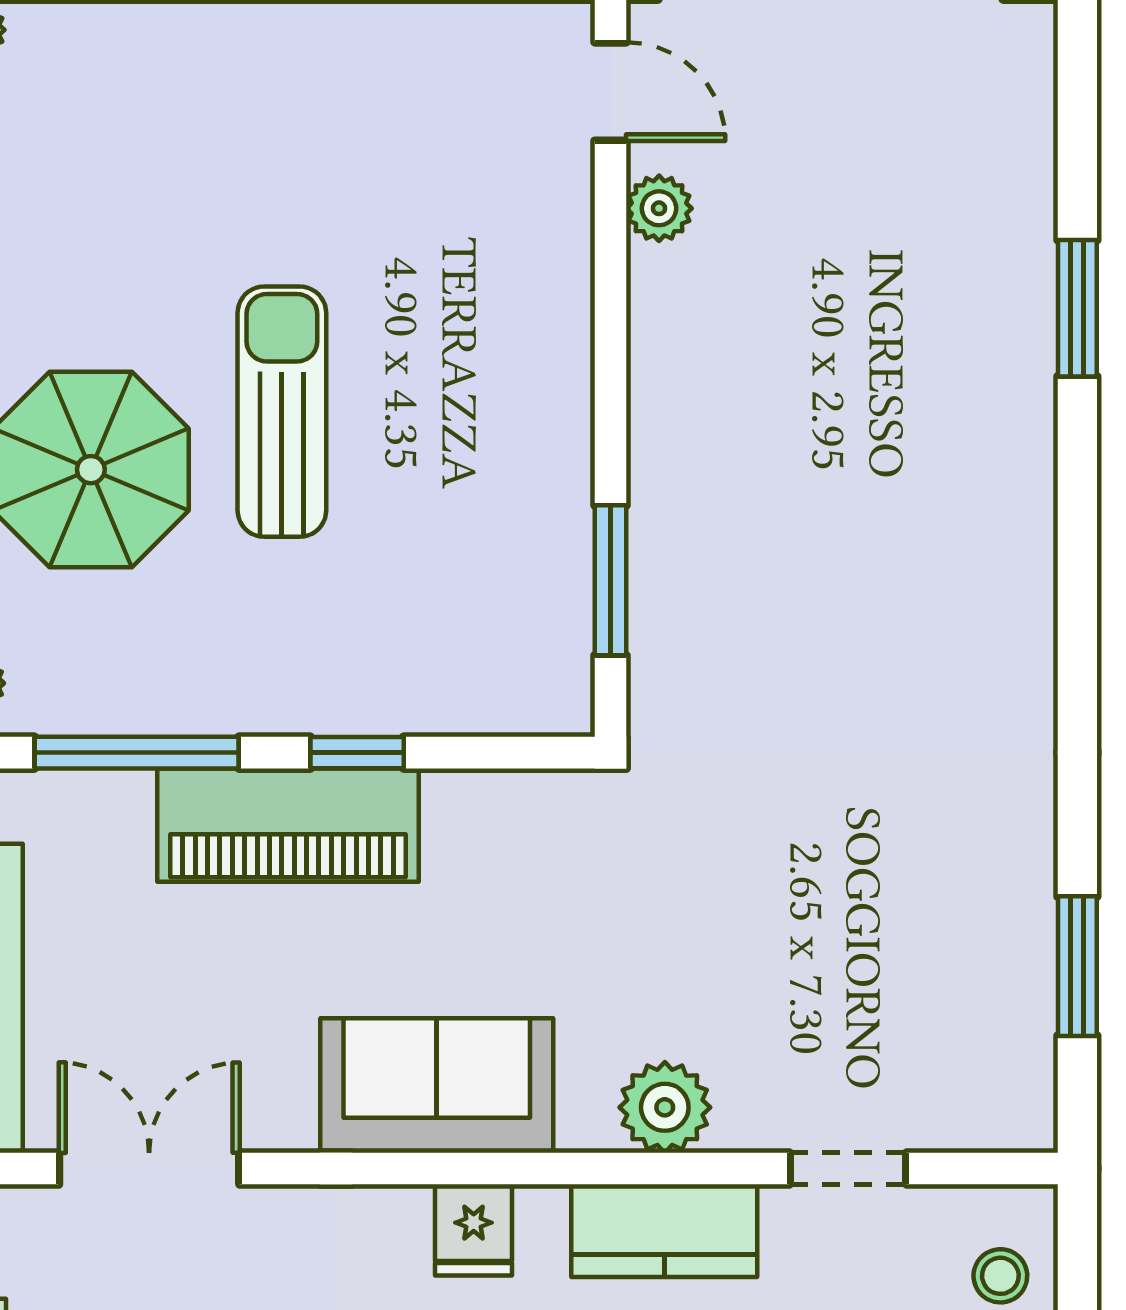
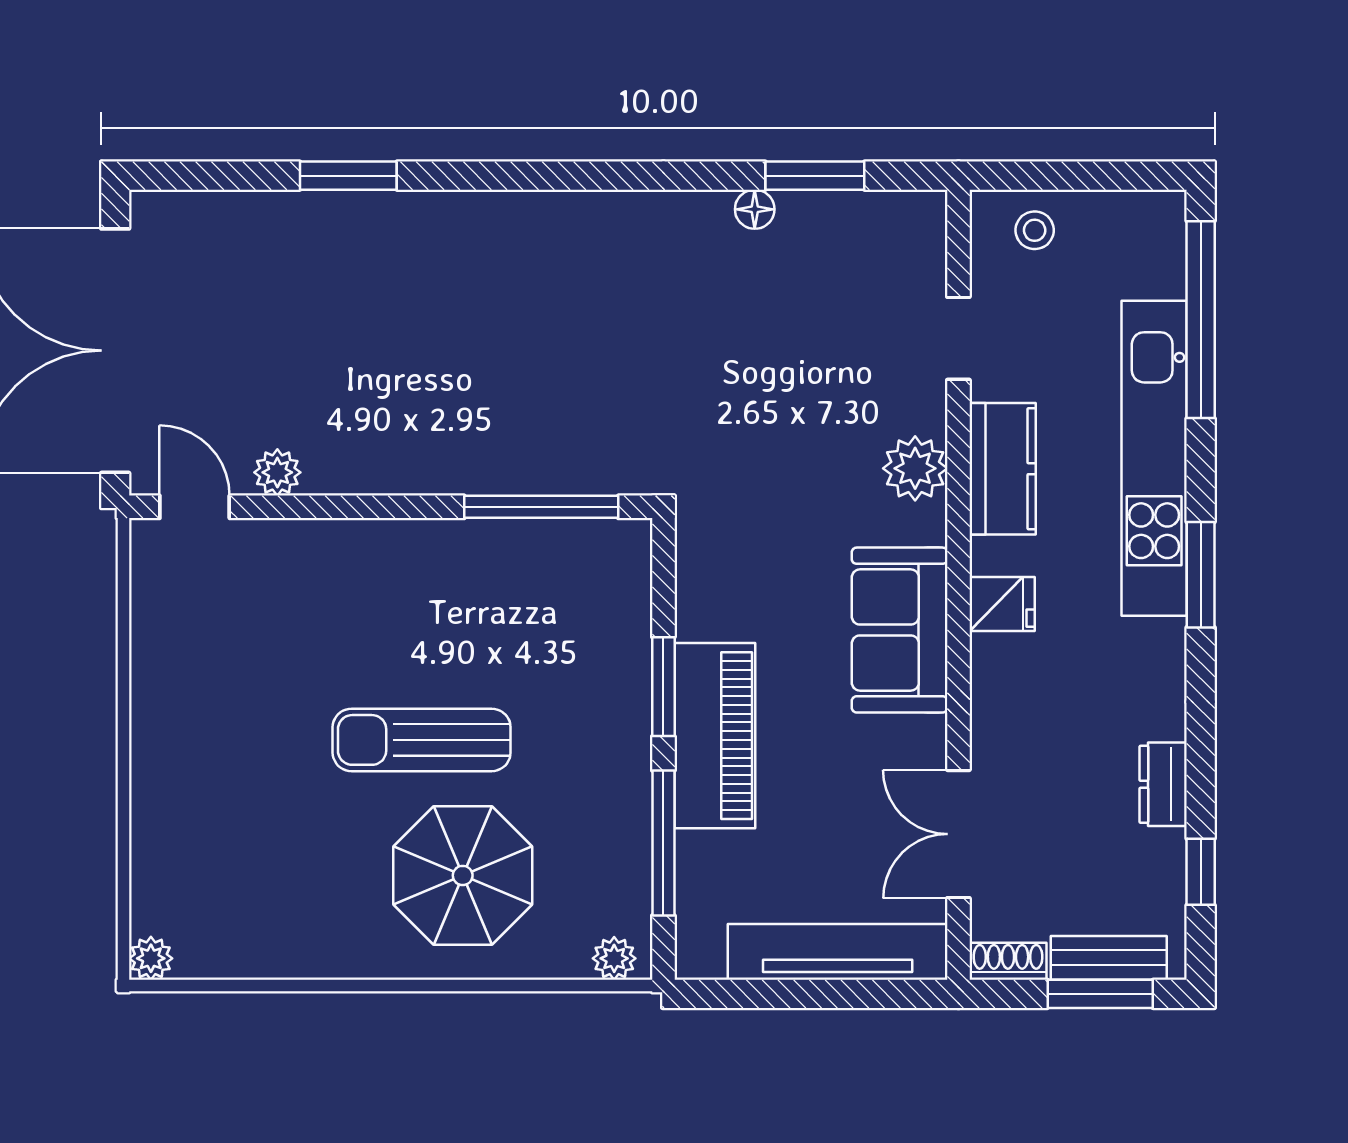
door: (611, 92) -> (195, 507), hinge flipped
window: (611, 580) -> (541, 507), width x1.44
window: (357, 753) -> (663, 687), width x1.50
floor lamp: (1030, 881) -> (755, 209), added

